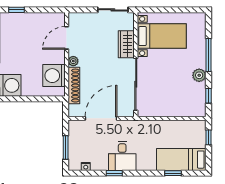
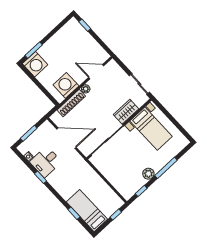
desk: (122, 156) -> (46, 162), moved

